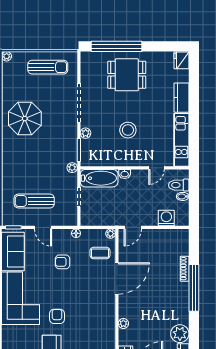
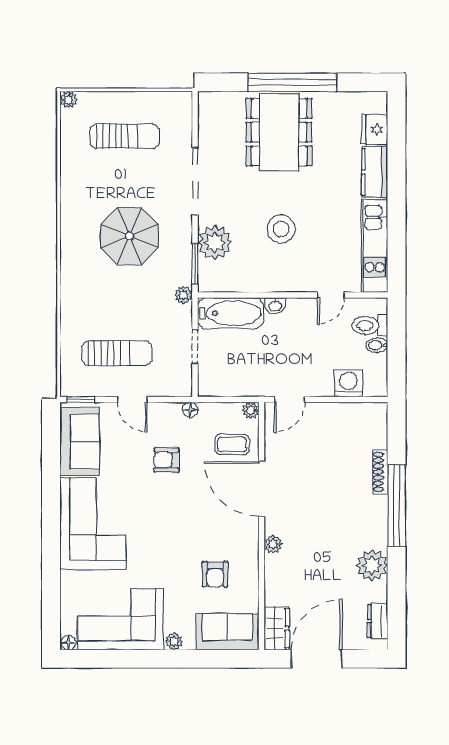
window: (117, 46) -> (292, 82), moved
fridge: (181, 60) -> (375, 130), moved
sun lounger: (48, 67) -> (125, 136), moved
dining table: (127, 75) -> (279, 132), width x1.38
parasol: (25, 119) -> (129, 236), moved
plant: (86, 133) -> (215, 242), width x1.88, depth x1.88
sun lounger: (34, 201) -> (117, 353), turned 180
door: (117, 278) -> (262, 489), swing flipped
armchair: (57, 316) -> (215, 574), moved, turned 180
plant: (123, 324) -> (273, 544), moved
plant: (180, 334) -> (372, 565), moved

